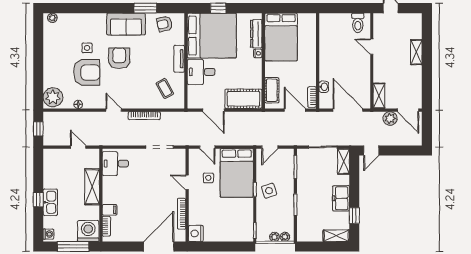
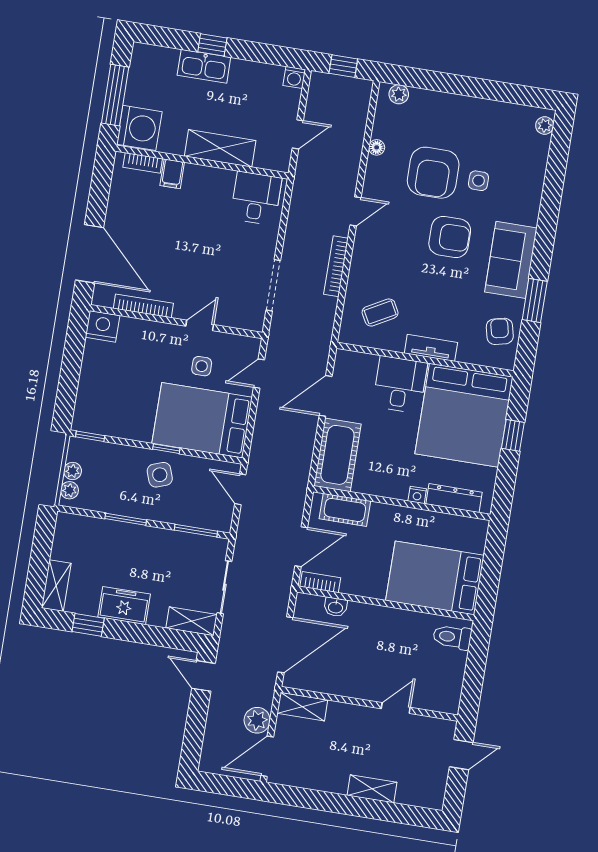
toilet: (358, 23) -> (452, 637), moved
bed: (281, 37) -> (435, 578), moved
plant: (53, 97) -> (399, 94), width x0.53, depth x0.53
washing machine: (48, 234) -> (294, 77), moved

